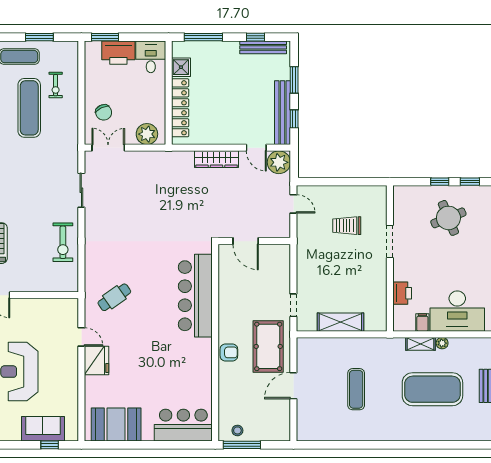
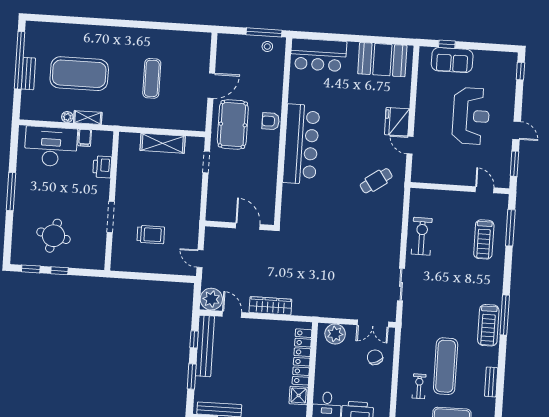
round table: (448, 218) -> (53, 236), turned 35
bar counter: (195, 296) -> (301, 144), moved

